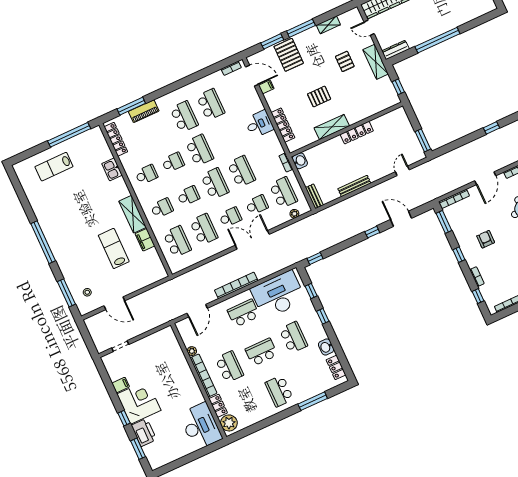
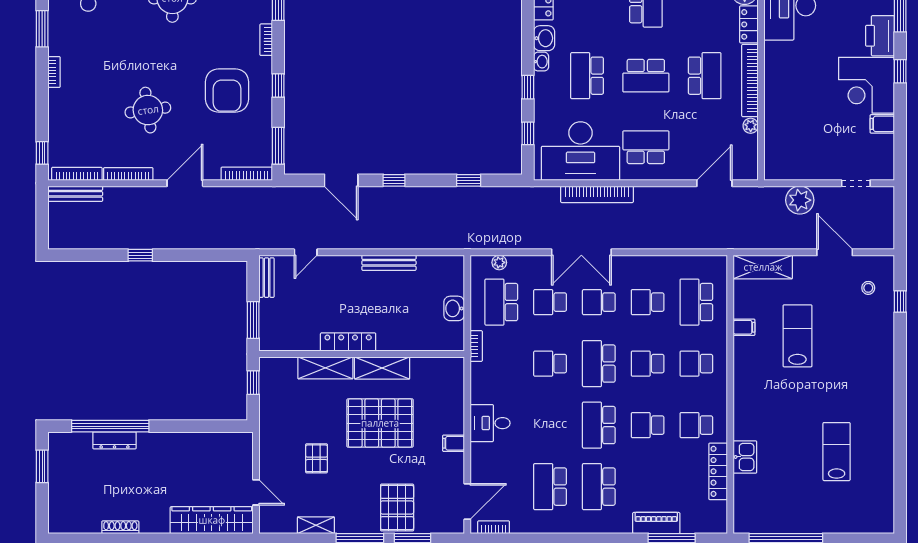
window: (437, 40) -> (110, 426), moved
dresser: (396, 50) -> (115, 440), moved
shelving: (376, 62) -> (325, 368), moved, turned 90
door: (252, 76) -> (467, 501), swing flipped
filing cabinet: (266, 87) -> (454, 443), moved
pallet: (319, 97) -> (380, 423), width x2.05, depth x2.00
locker: (283, 125) -> (455, 405), removed
locker: (116, 139) -> (718, 471), moved
window: (423, 140) -> (253, 320), moved
washbasin: (300, 161) -> (454, 308), moved
lab bench: (54, 167) -> (837, 452), moved, turned -90
school desk: (241, 171) -> (550, 364), width x0.54
bench: (314, 196) -> (267, 278), moved
shelving: (133, 214) -> (763, 267), moved, turned 90
school desk: (204, 229) -> (648, 302), width x0.54
armchair: (486, 239) -> (227, 90), width x1.88, depth x1.88
filing cabinet: (145, 240) -> (744, 327), width x0.50
window: (43, 242) -> (900, 395), removed
lab bench: (114, 248) -> (797, 336), turned 180
window: (315, 258) -> (469, 180), moved
bookcase: (236, 285) -> (597, 194), moved
window: (66, 293) -> (900, 301), width x0.46
school desk: (243, 313) -> (646, 147), turned 180
plant: (146, 323) -> (800, 200), added
washbasin: (322, 334) -> (541, 62), added
school desk: (229, 367) -> (705, 76), turned 180

